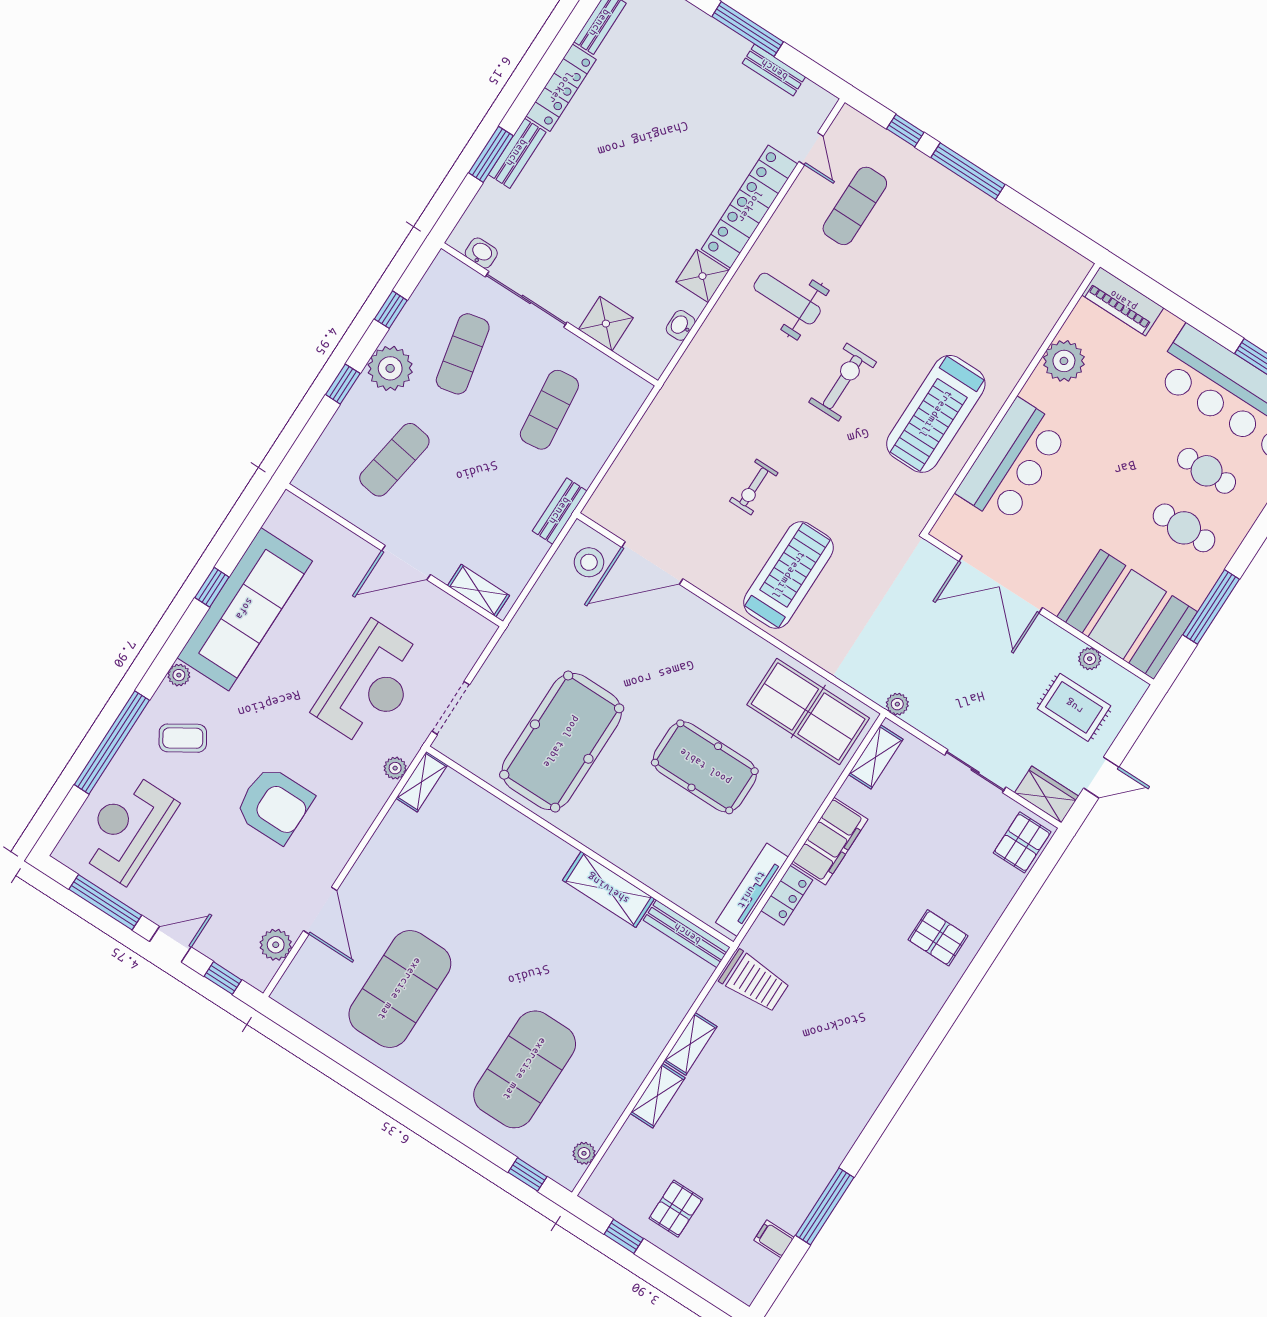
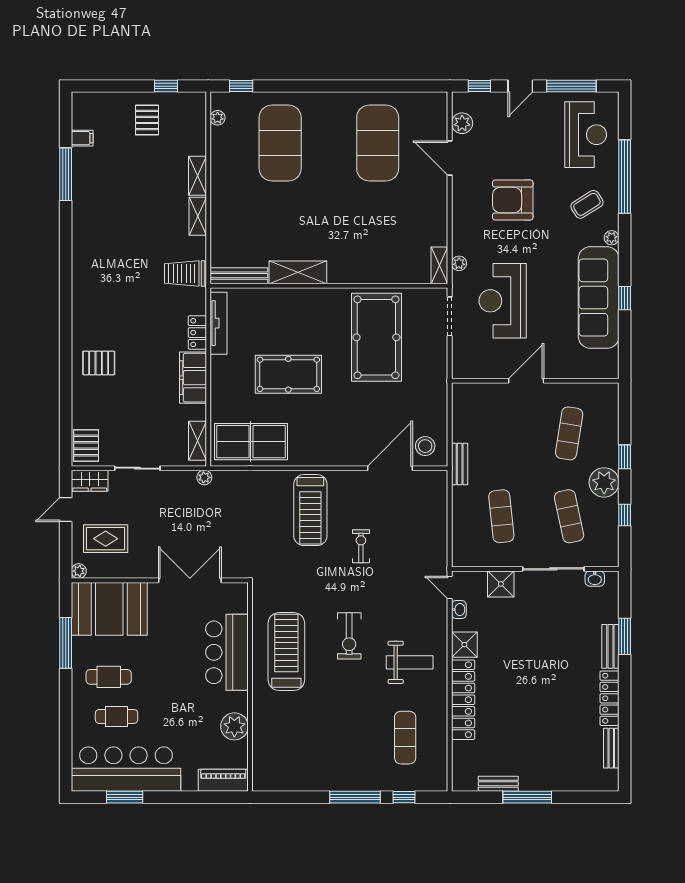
door: (811, 149) -> (450, 588), moved
shelving: (479, 591) -> (476, 391), removed
plant: (1090, 659) -> (79, 571), moved

